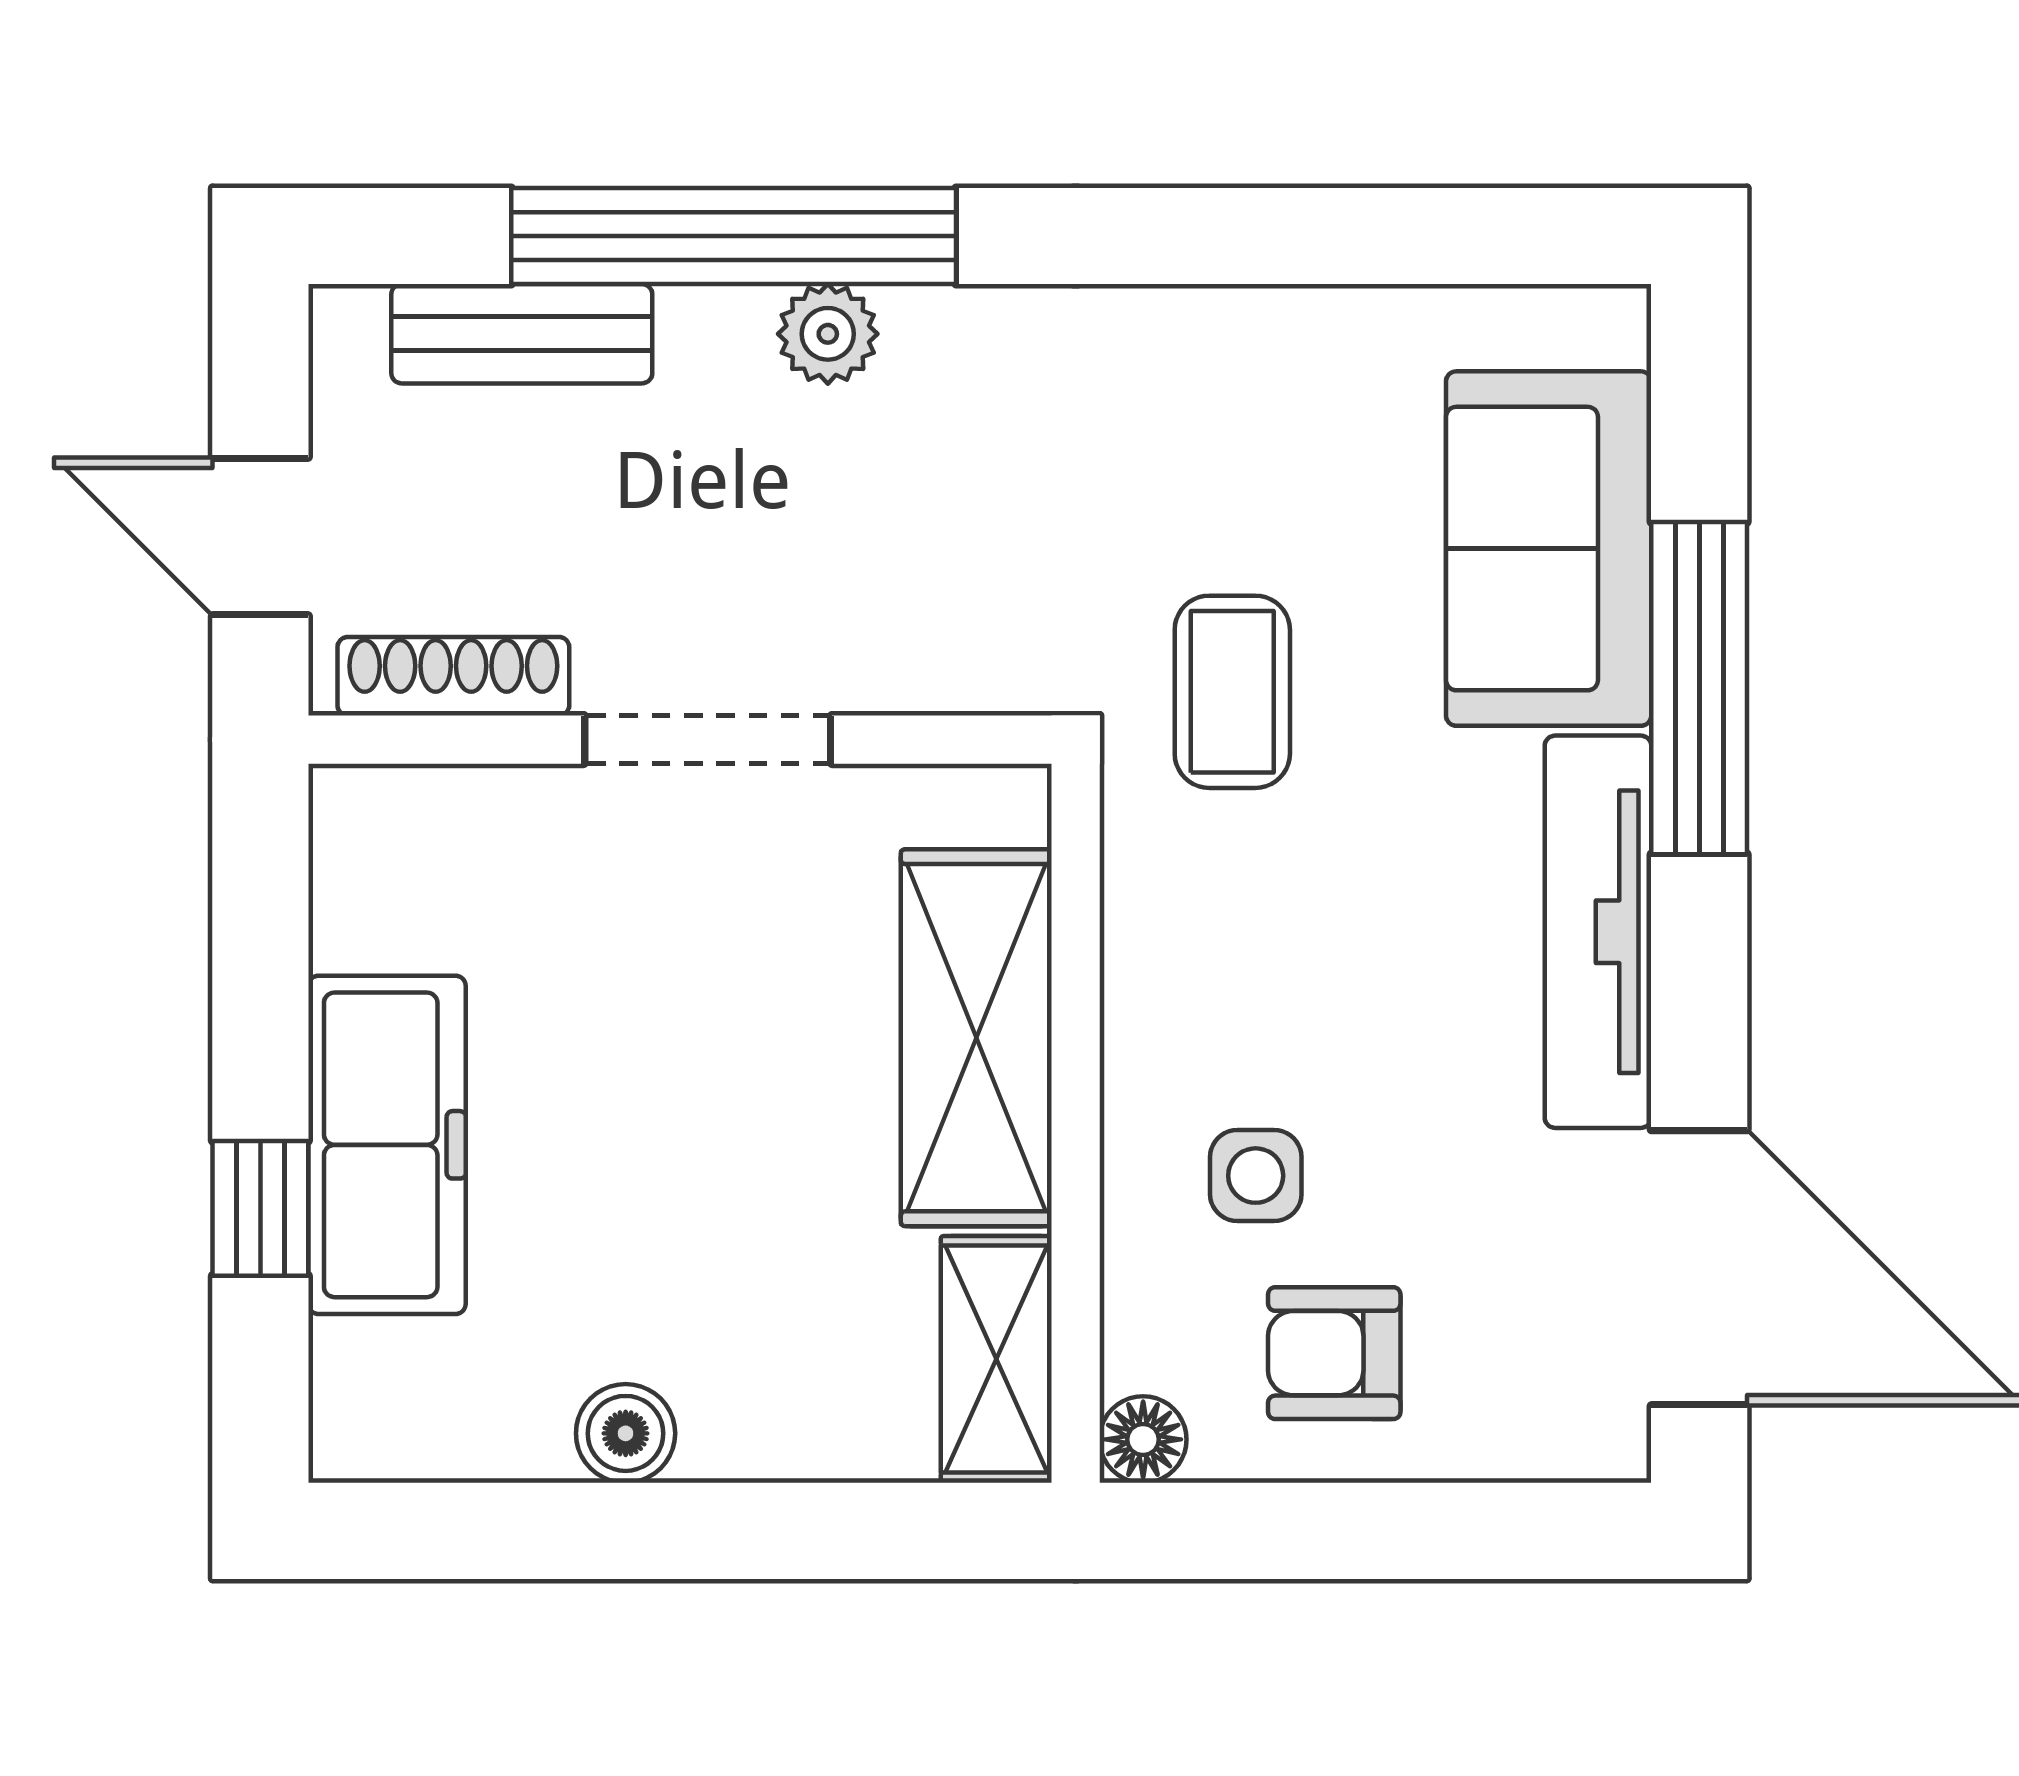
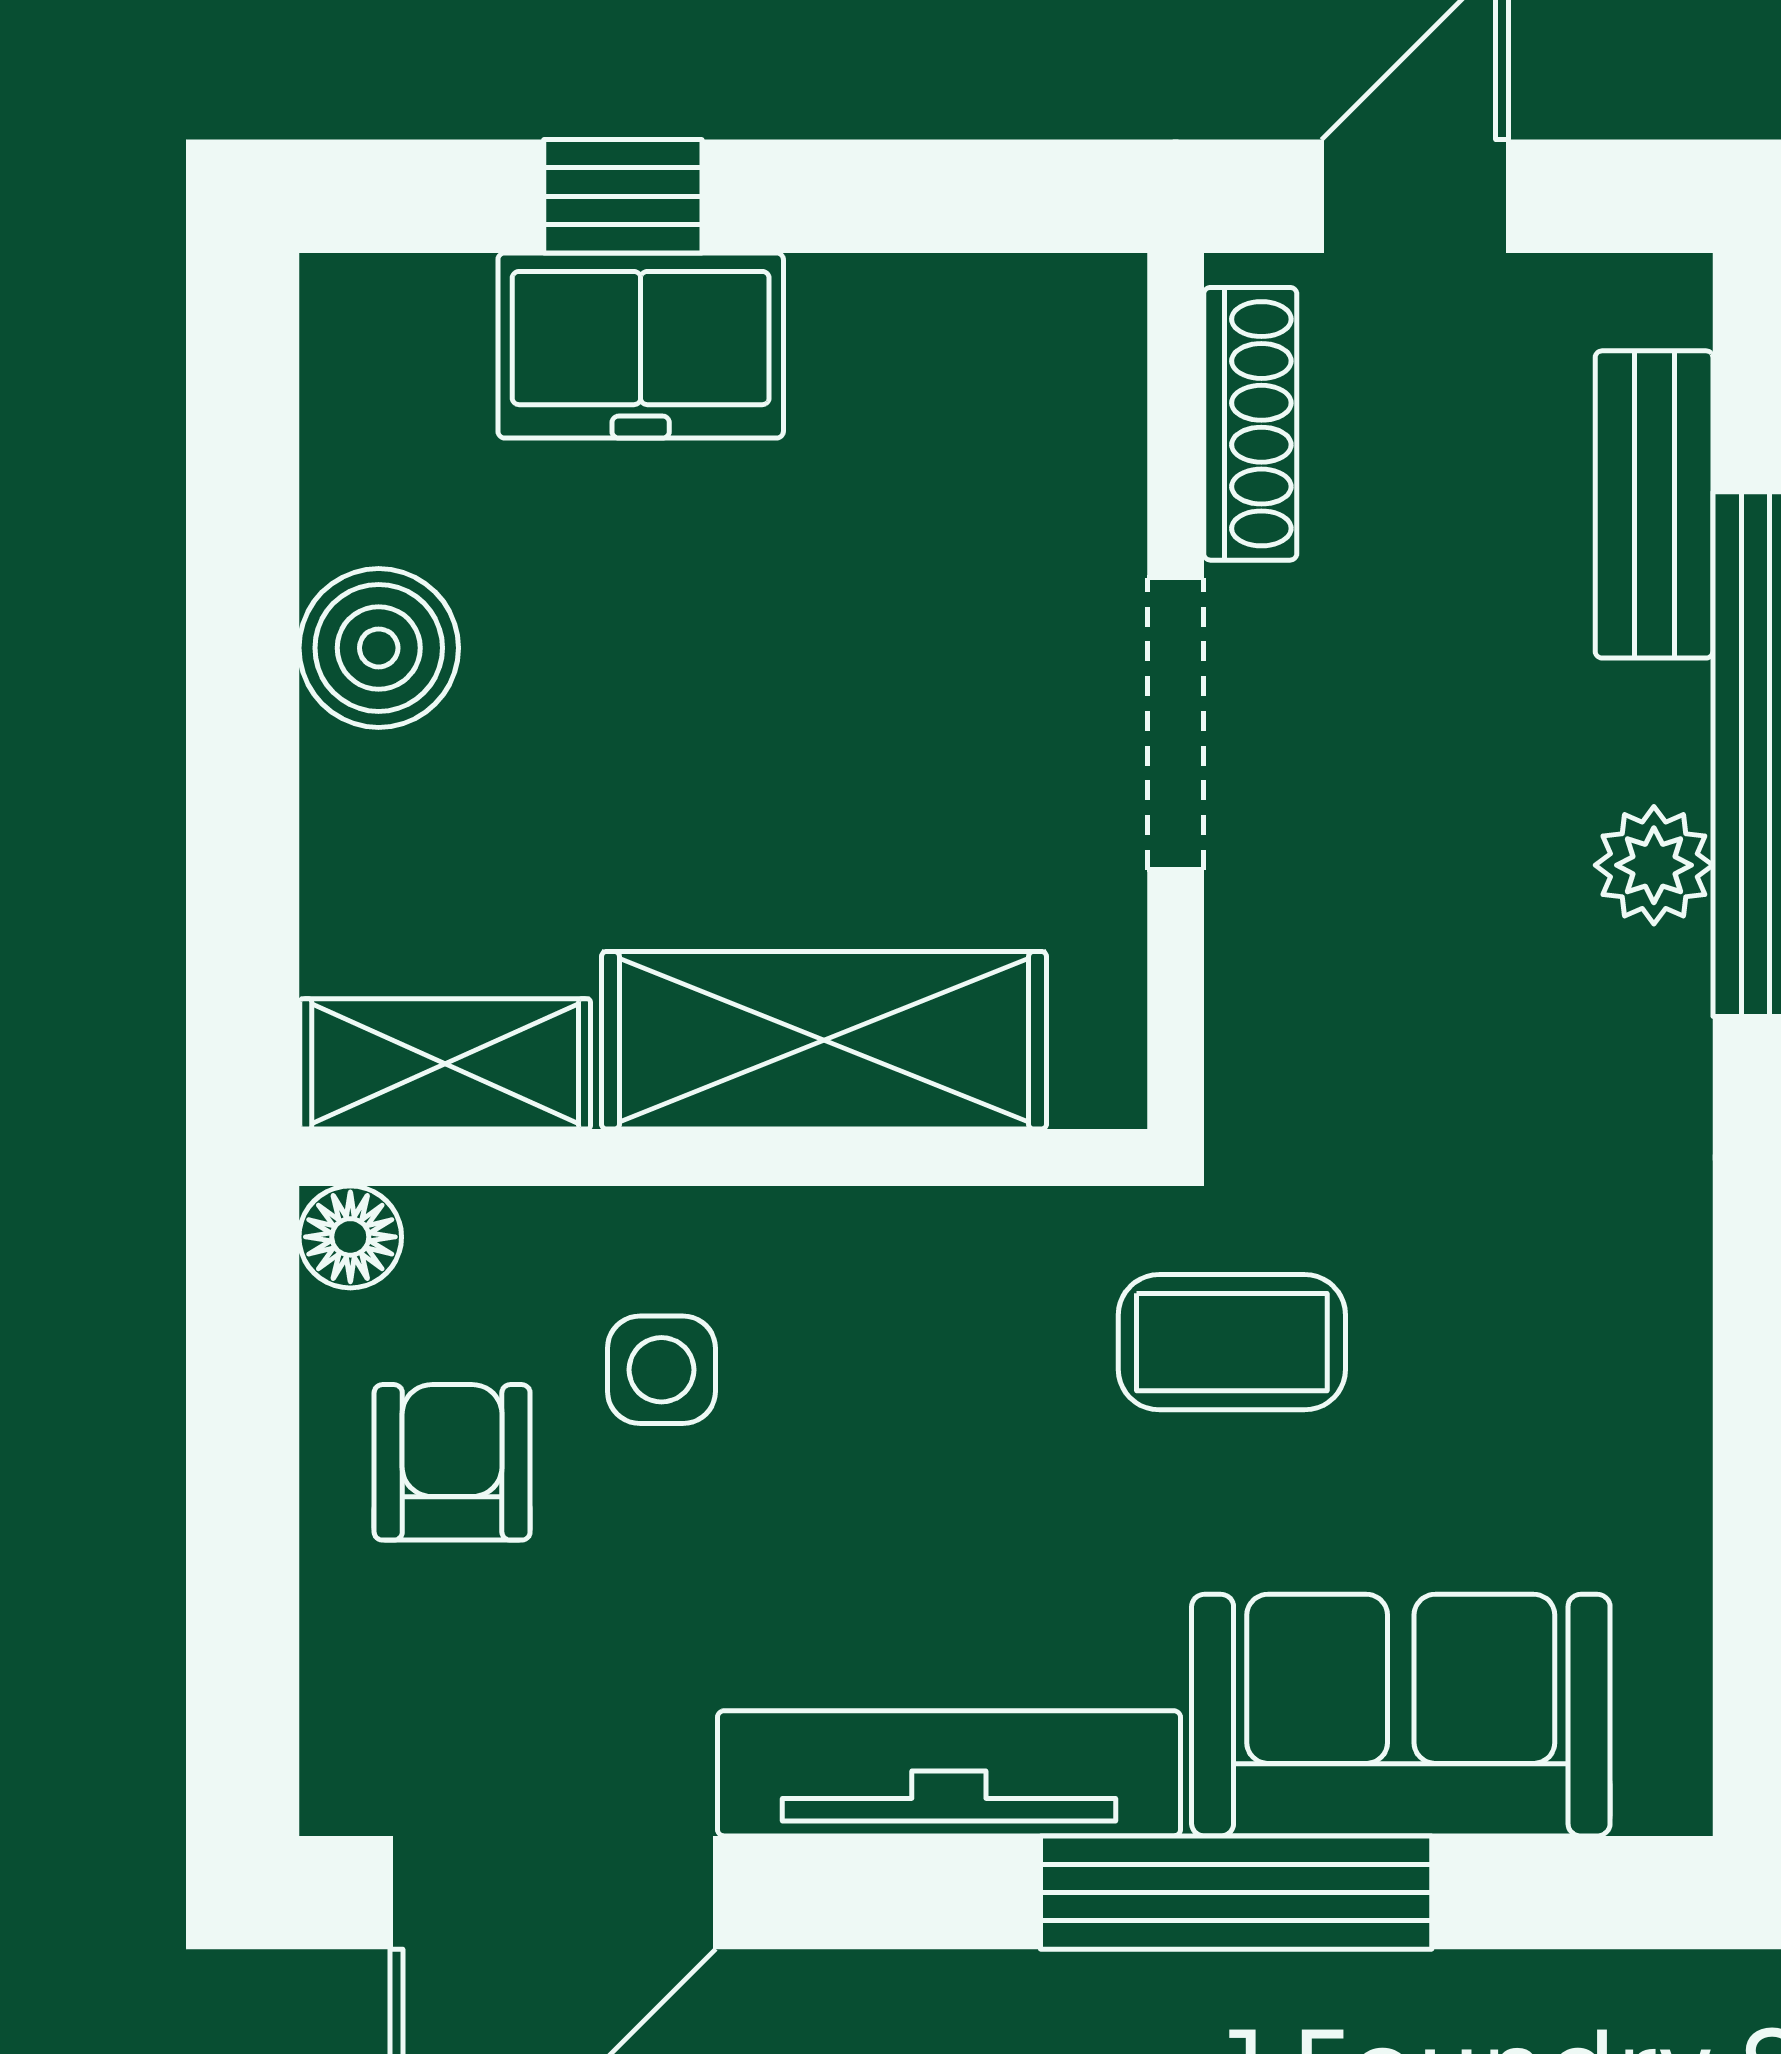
freezer: (387, 1145) -> (641, 345), width x0.71
boiler: (626, 1433) -> (379, 648), width x1.36, depth x1.36

